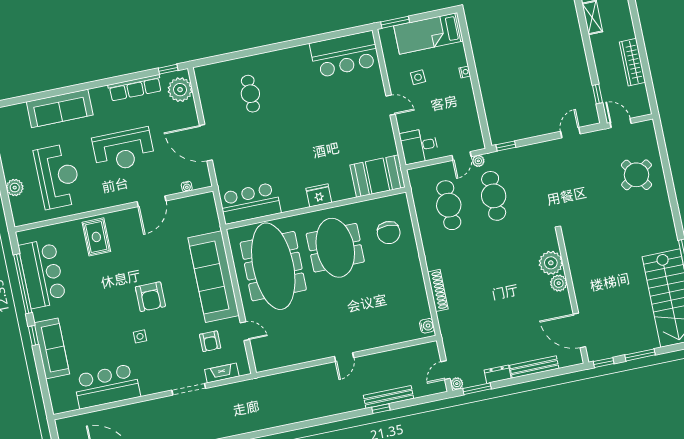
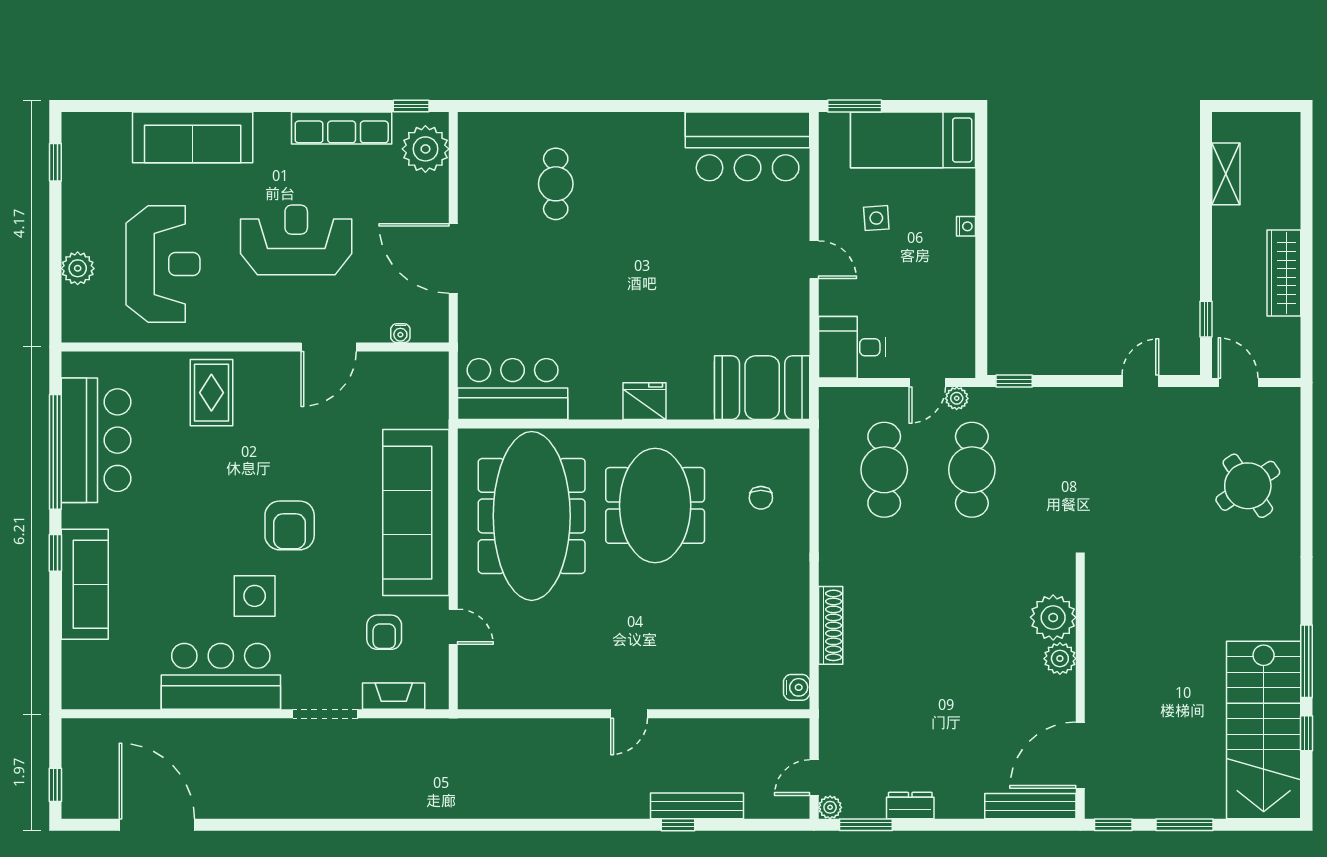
reception desk: (124, 150) -> (296, 240), turned 180
chair: (389, 233) -> (761, 498), width x0.54, depth x0.54
door: (579, 330) -> (1080, 755), hinge flipped
side table: (140, 336) -> (255, 596), width x1.87, depth x1.87
bench: (534, 367) -> (1030, 806), moved
bar counter: (107, 386) -> (221, 676), moved

